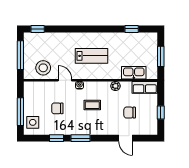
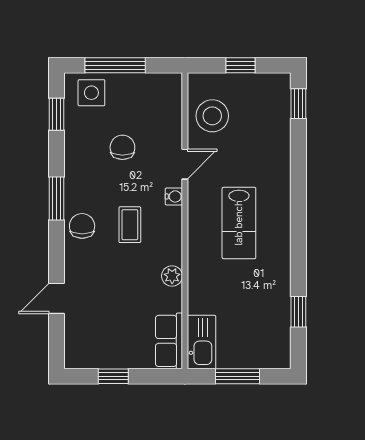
window: (20, 55) -> (240, 65), width x0.46
kitchen sink: (134, 73) -> (201, 342), moved
chair: (130, 113) -> (82, 226), moved
window: (56, 138) -> (56, 114), moved

